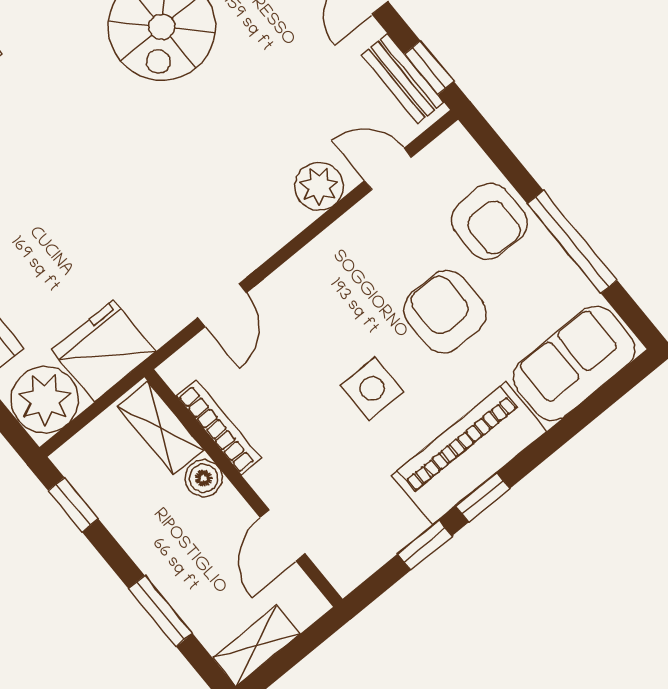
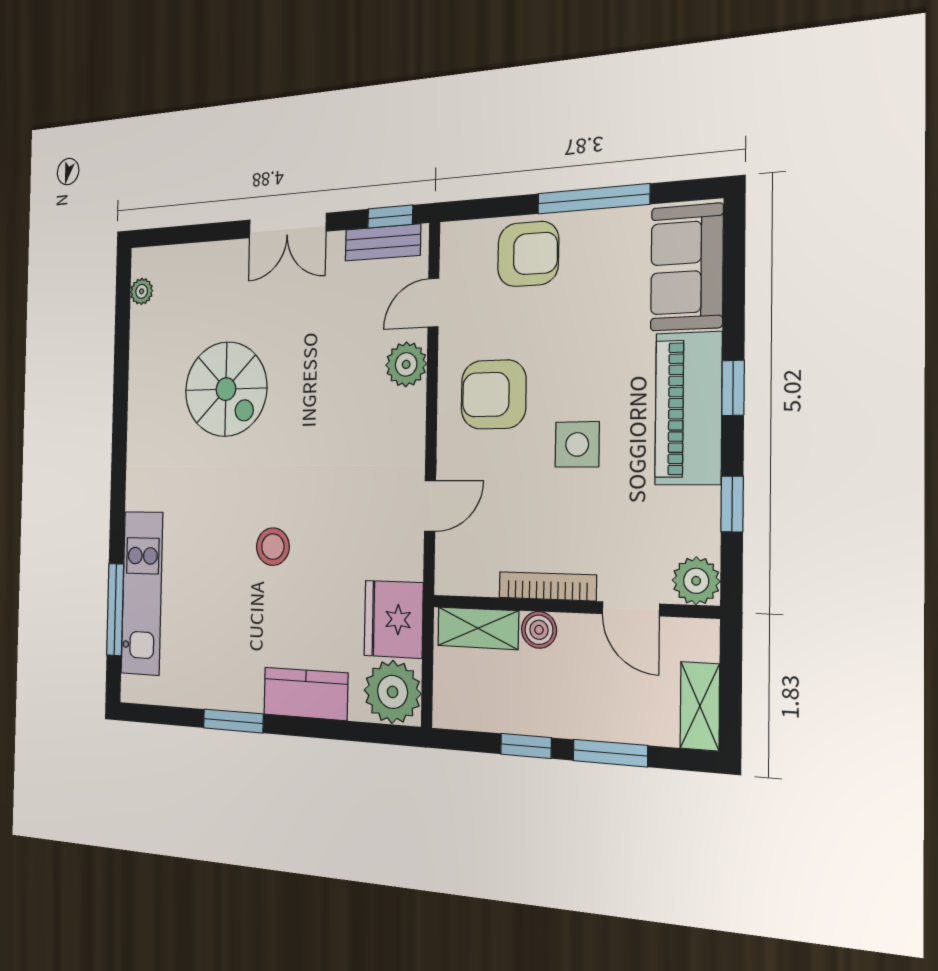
stool: (67, 189) -> (273, 547), added
door: (222, 305) -> (430, 506), hinge flipped
armchair: (445, 312) -> (494, 394), moved
bookcase: (219, 427) -> (547, 586), moved
window: (483, 497) -> (733, 388), moved
window: (73, 505) -> (526, 746), moved
plant: (346, 566) -> (696, 581), added

